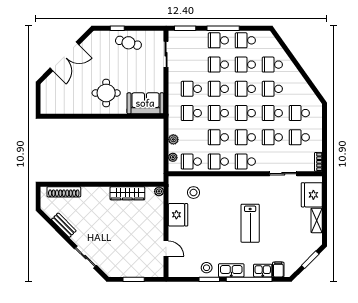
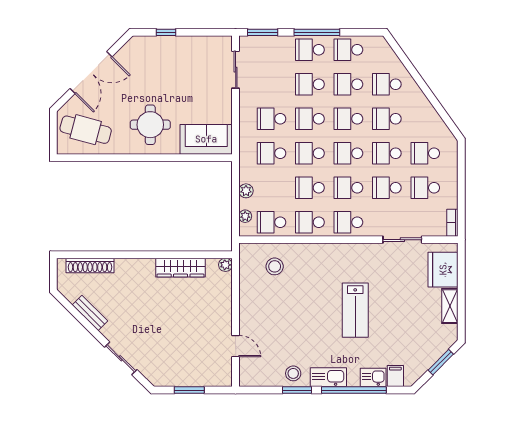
cafe table: (128, 43) -> (86, 130), moved, width x1.37, depth x1.35
fridge: (178, 215) -> (253, 298), removed

